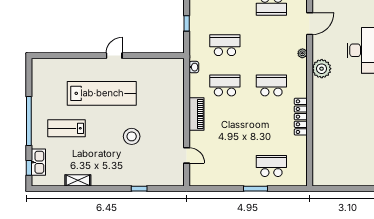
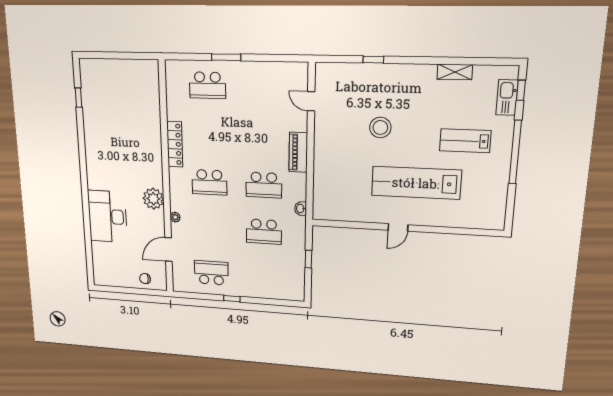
lab bench: (67, 128) -> (465, 141), turned 180

